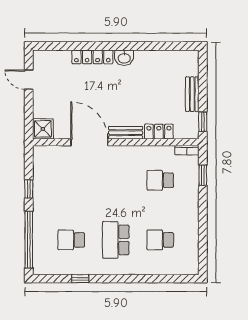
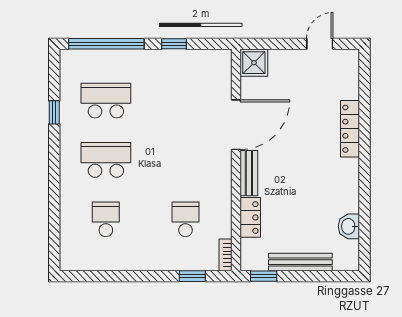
washbasin: (124, 58) -> (349, 226), moved
bench: (192, 94) -> (300, 262), width x1.36
school desk: (71, 240) -> (106, 101), width x1.85

